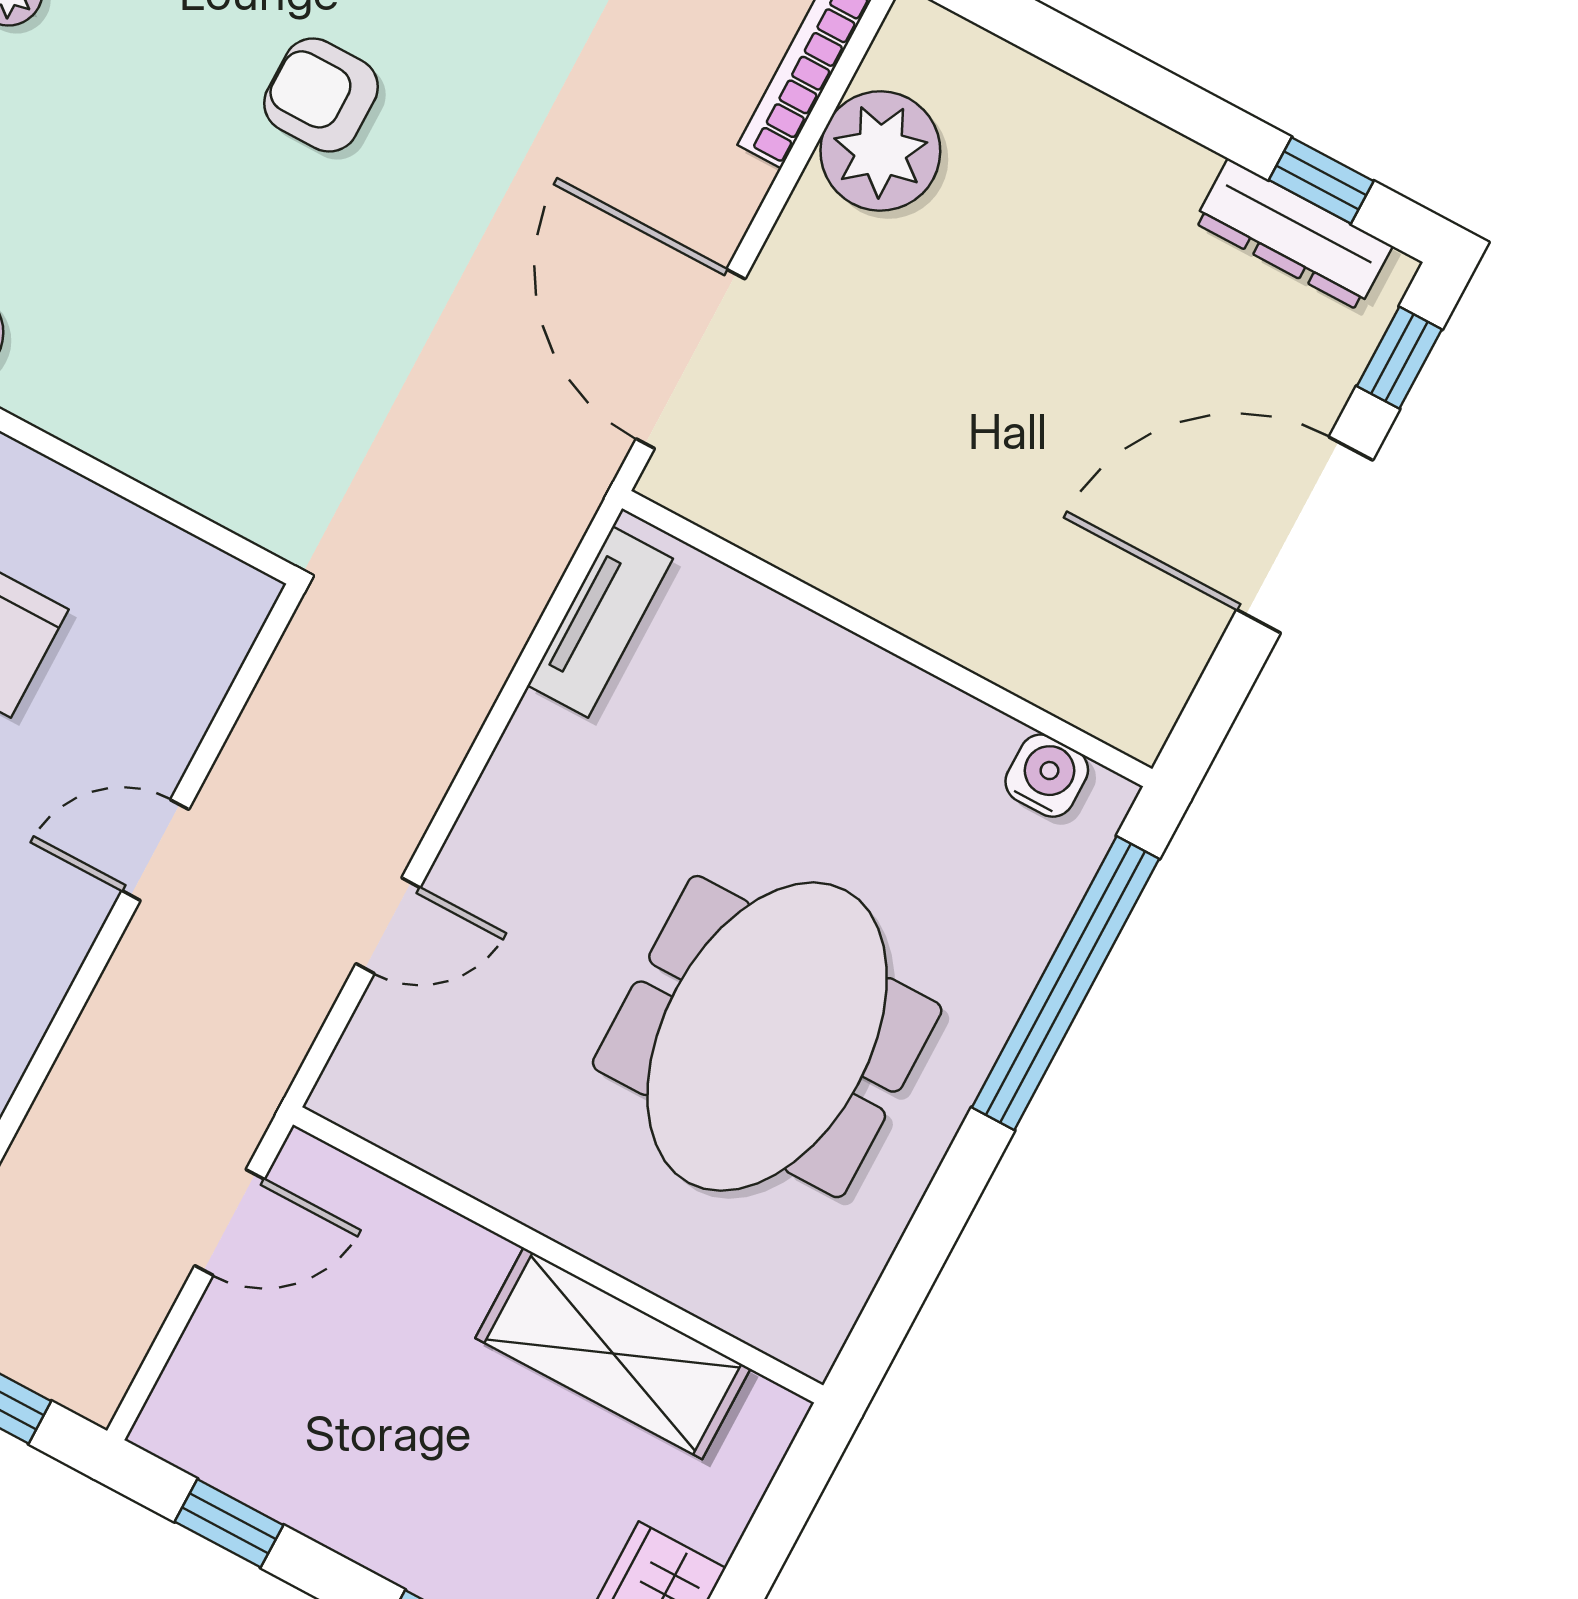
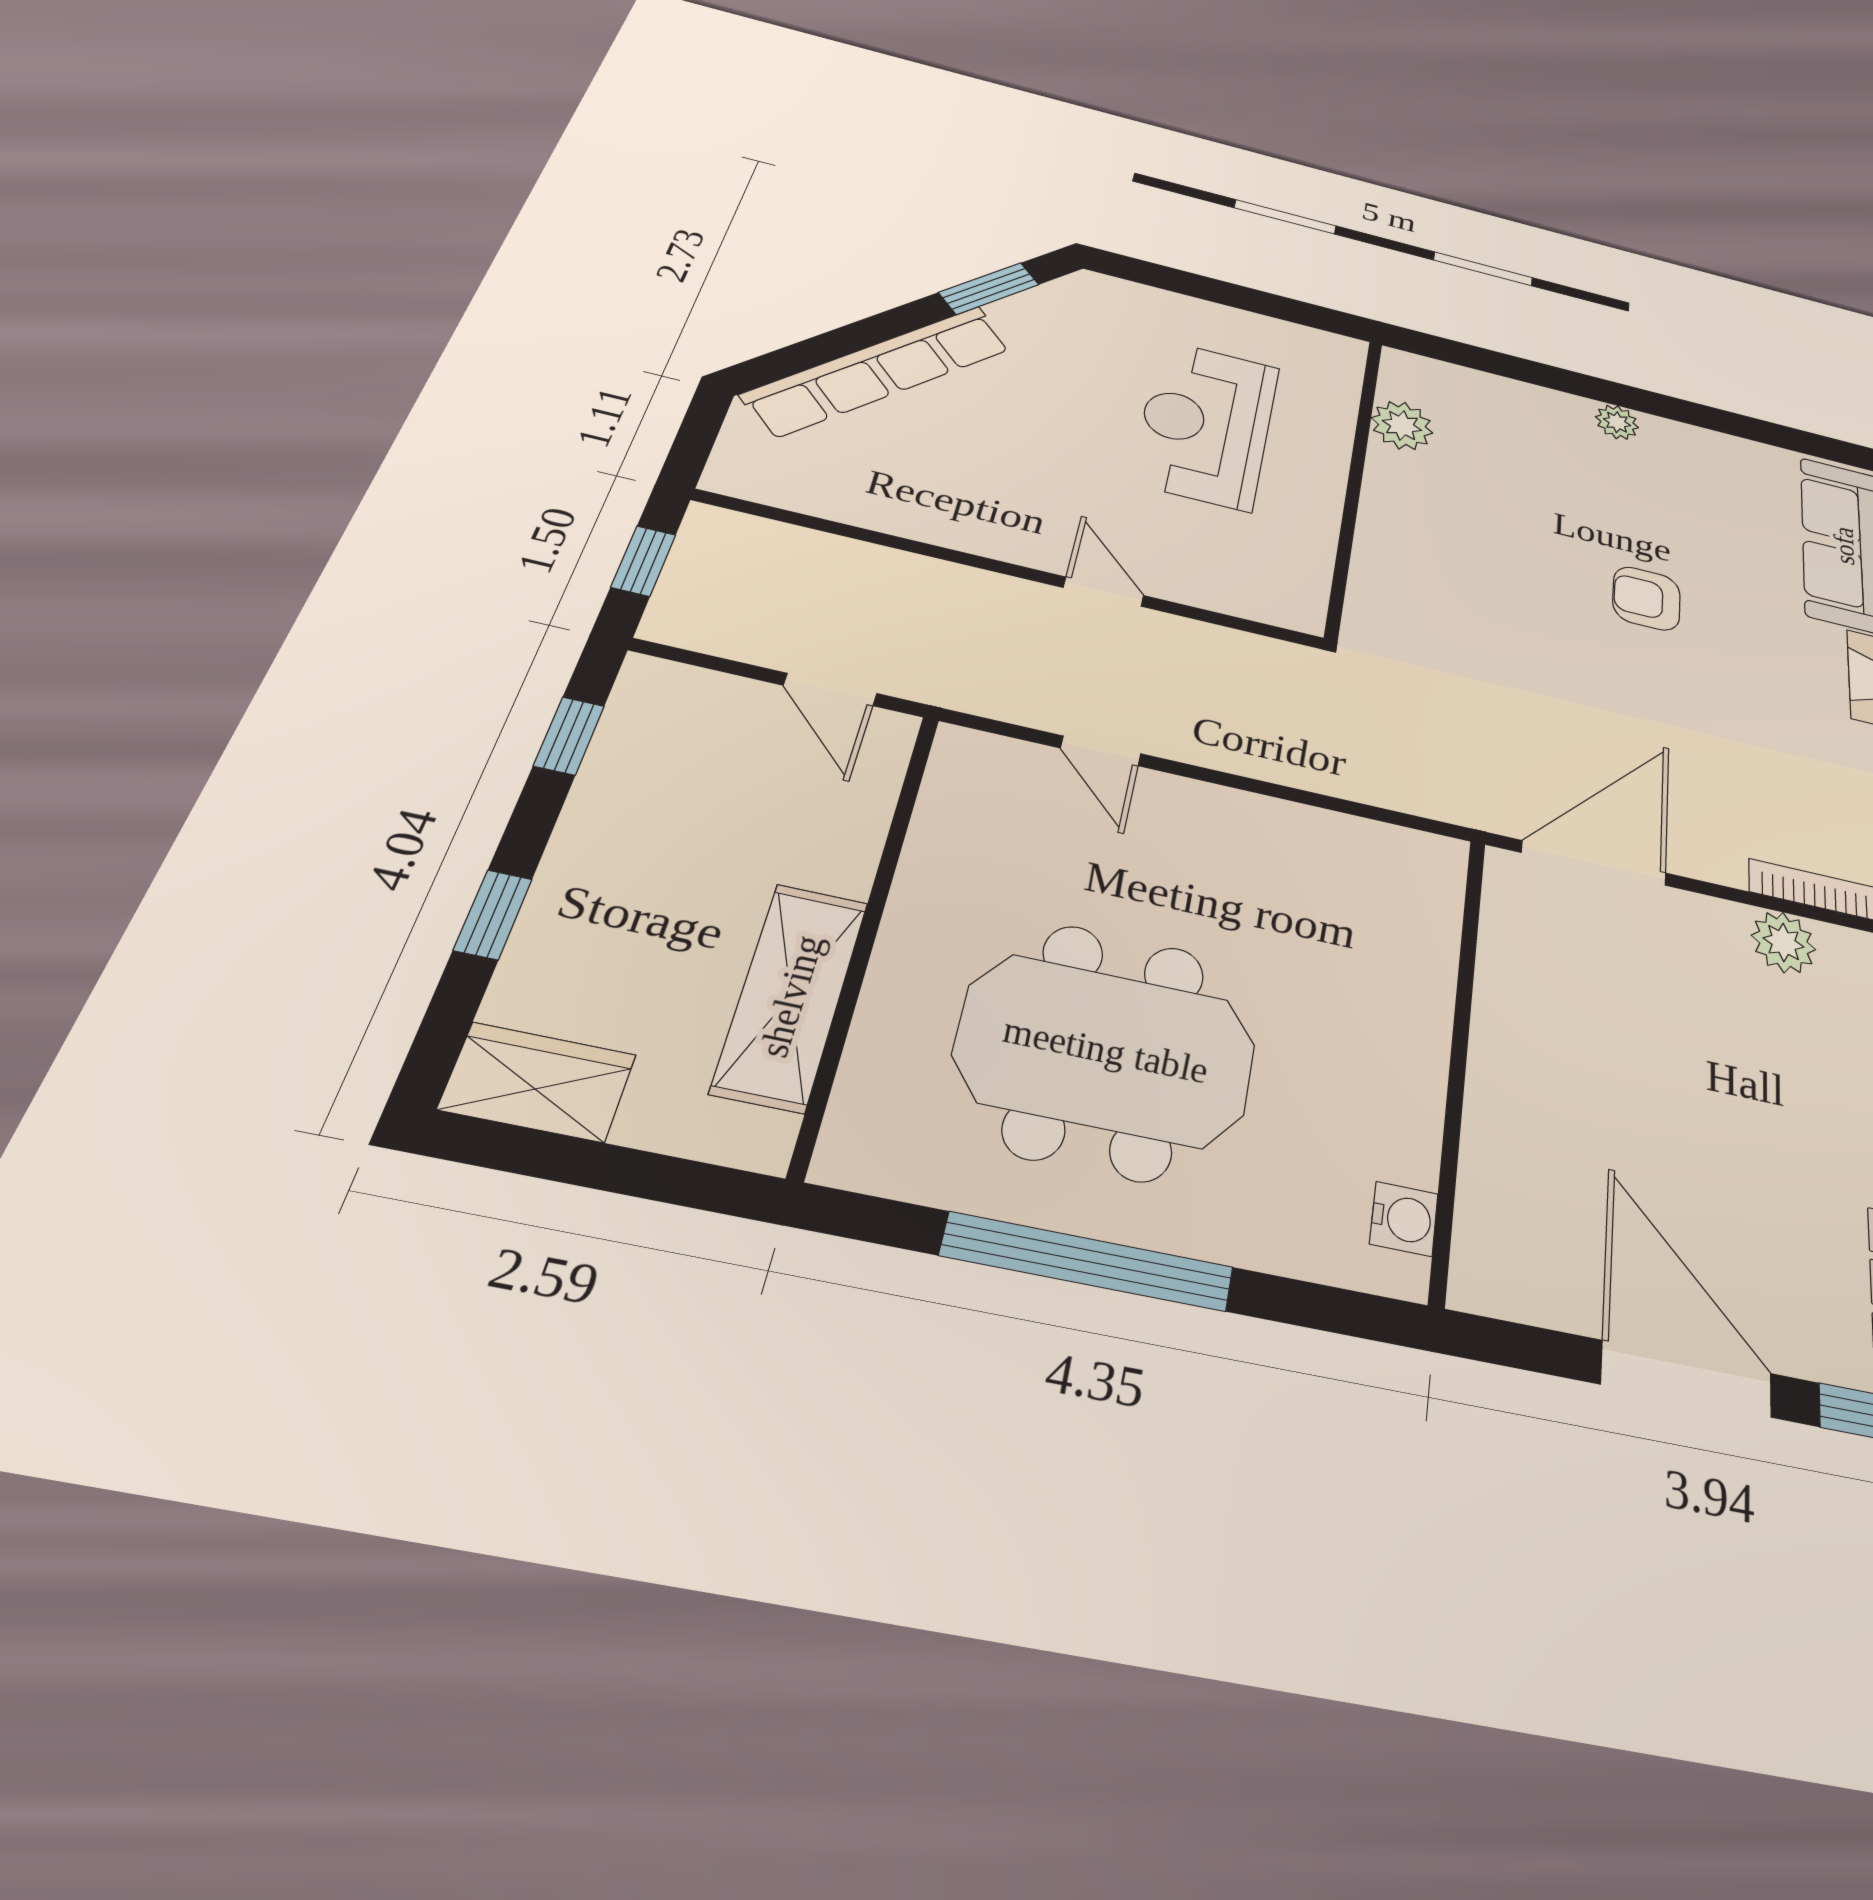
armchair: (321, 95) -> (1646, 598), turned -90
plant: (880, 151) -> (1783, 942), width x0.73, depth x0.73
tv unit: (600, 622) -> (1383, 846), removed
window: (1066, 983) -> (1088, 1261), moved

